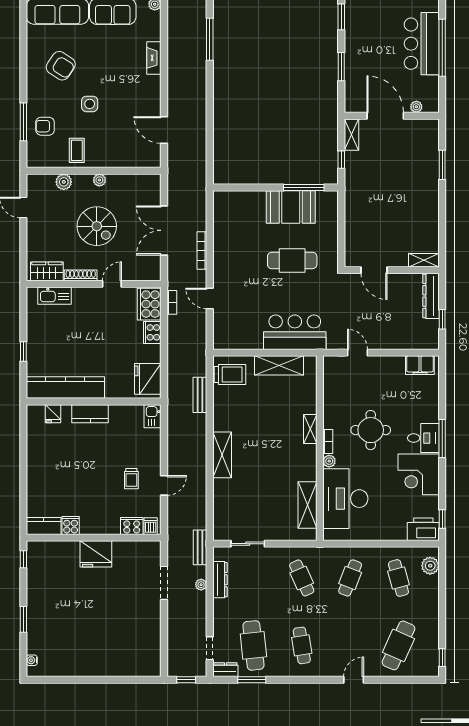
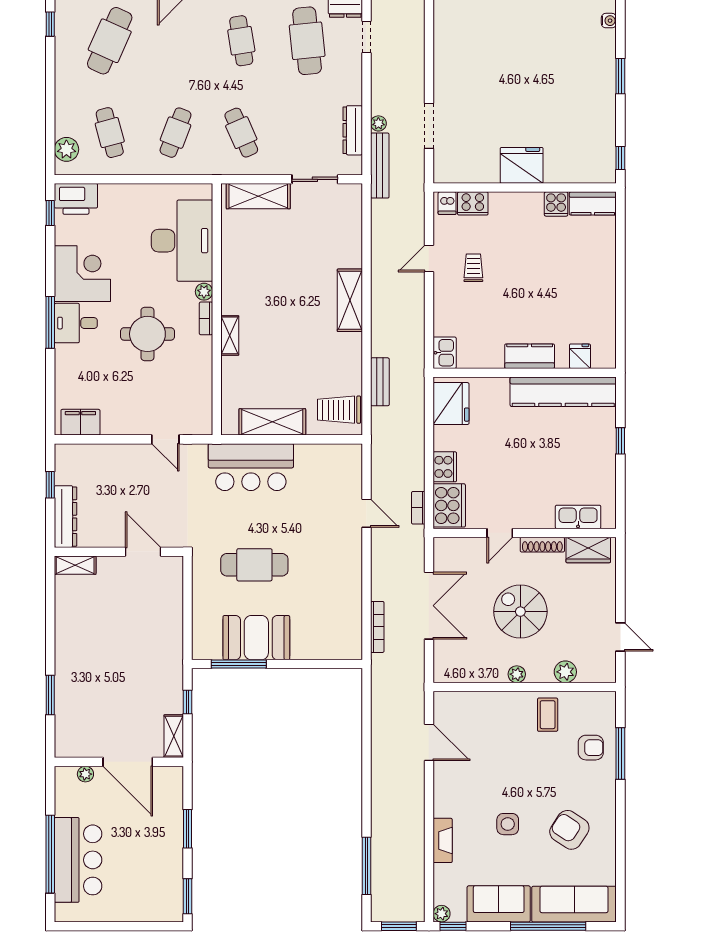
side table: (90, 104) -> (508, 824), moved
bookcase: (202, 251) -> (377, 627), moved
shelving: (307, 505) -> (258, 196), moved, turned 90
bench: (200, 547) -> (380, 166), width x1.36

